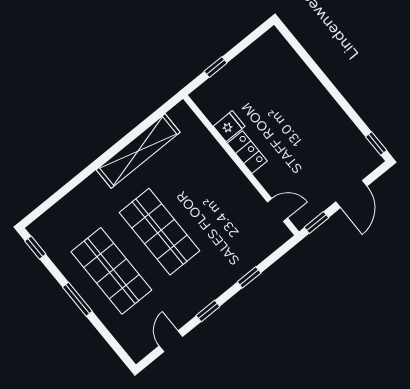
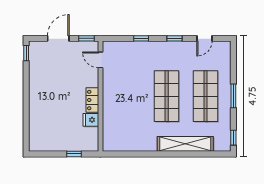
shelving: (138, 151) -> (185, 144), moved

